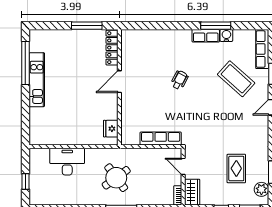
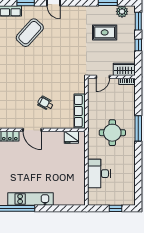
wheelchair: (179, 80) -> (45, 103), moved
row of seats: (161, 138) -> (80, 111), moved
round table: (116, 178) -> (112, 133), turned 36

